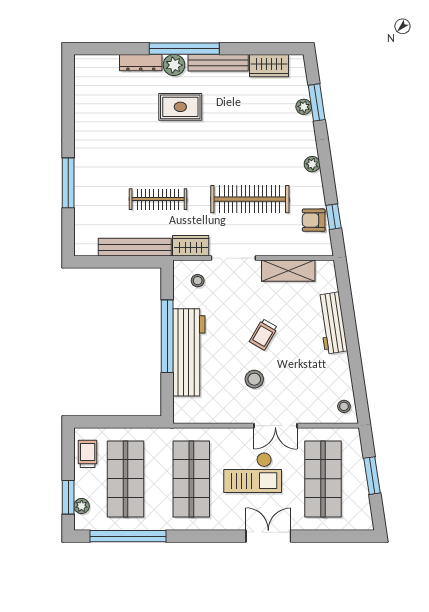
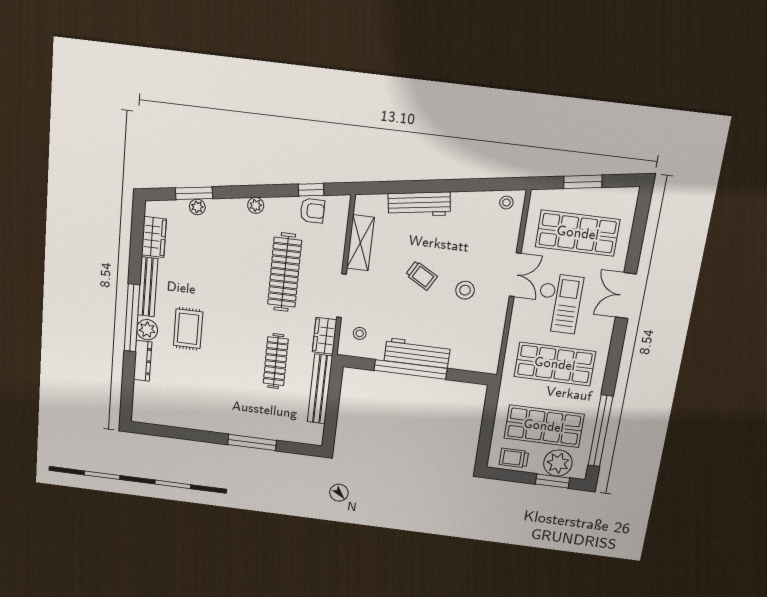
armchair: (314, 220) -> (312, 211), turned -90
workbench: (189, 352) -> (417, 353), width x0.73, depth x0.76
plant: (82, 506) -> (558, 463), width x1.88, depth x1.88

